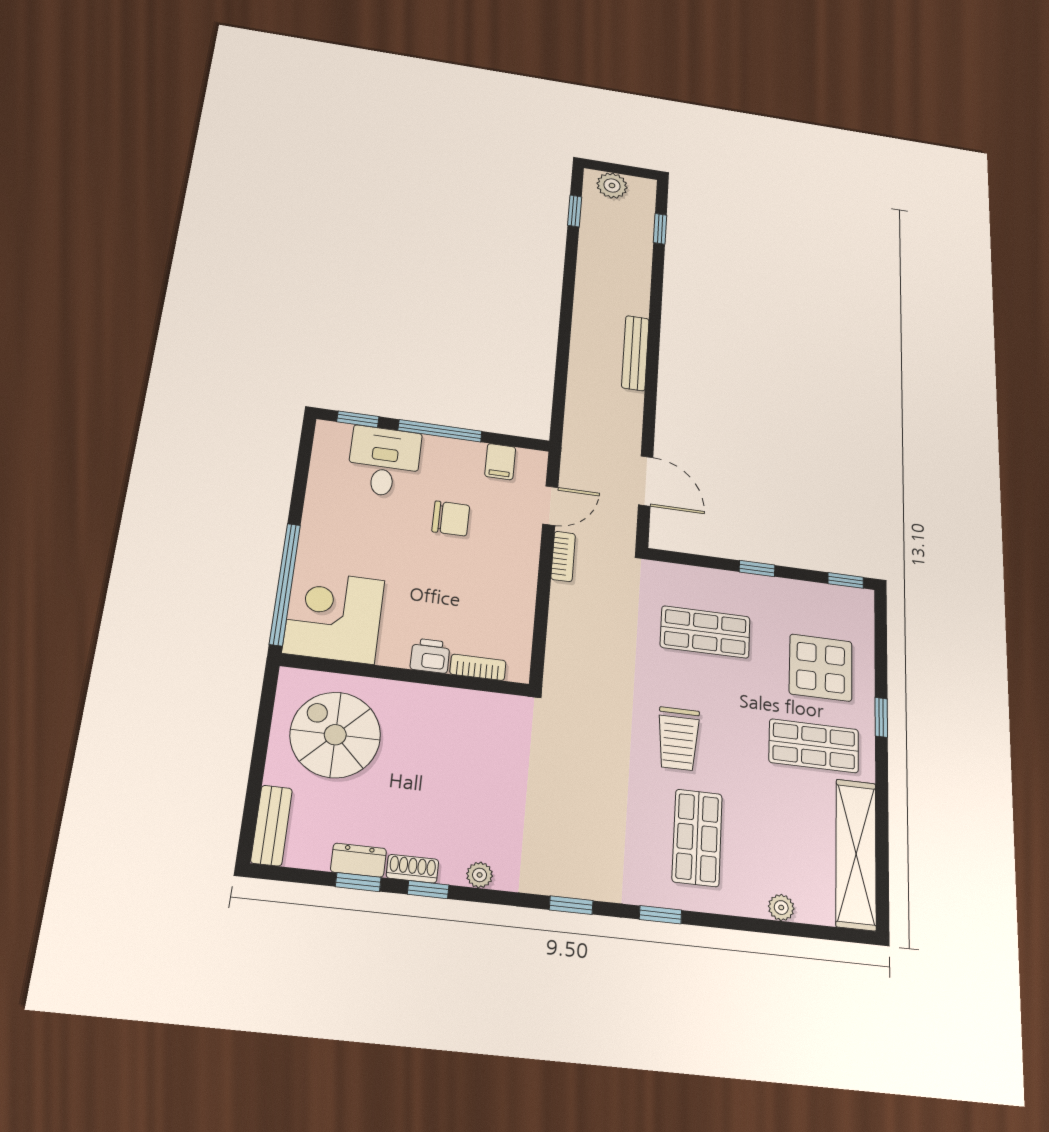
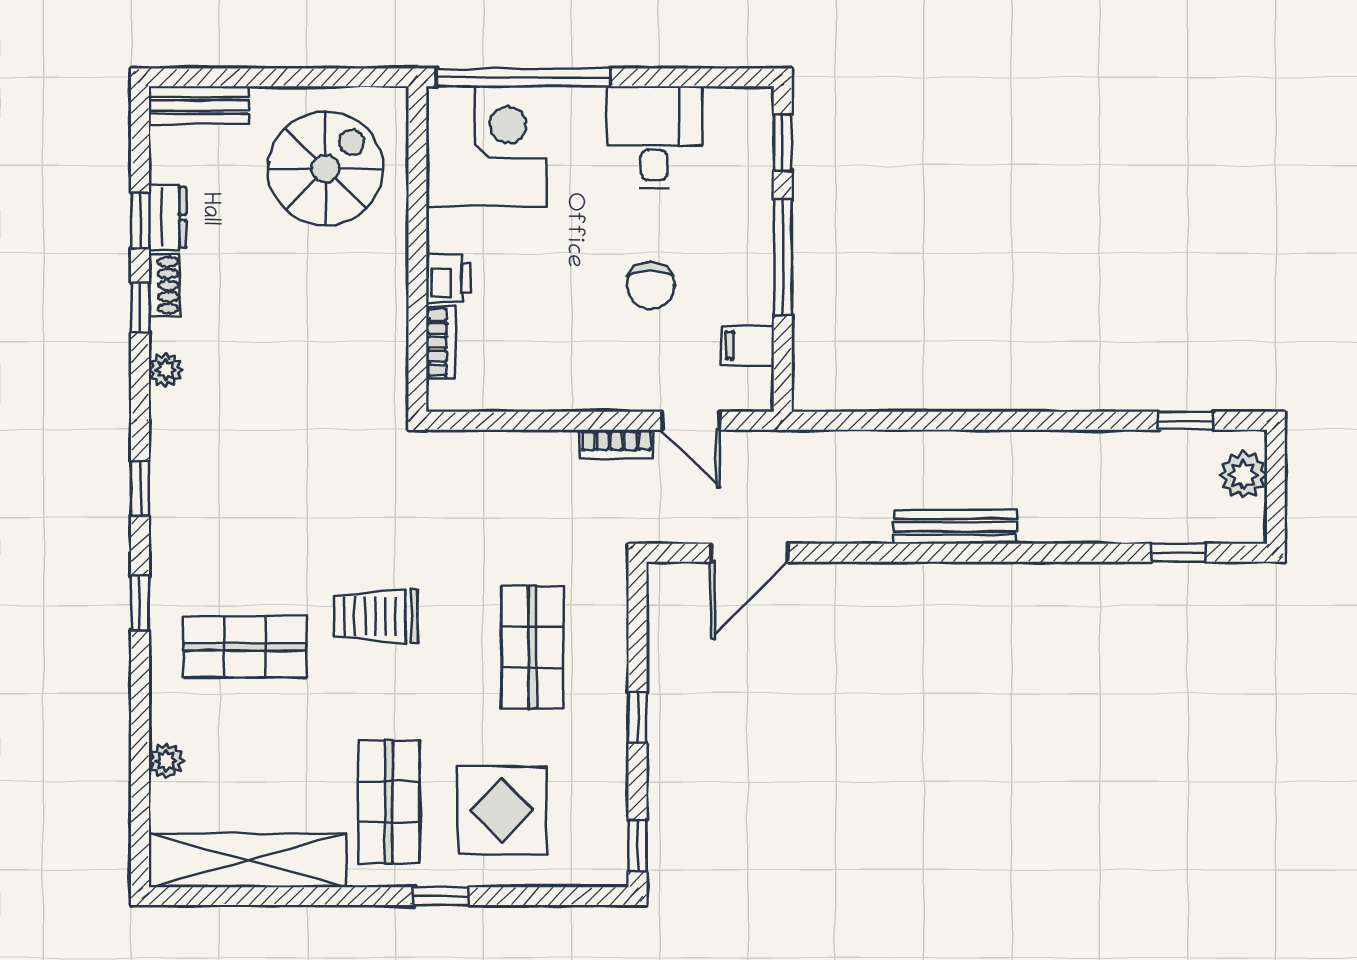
desk: (384, 462) -> (654, 137), moved, turned -90

